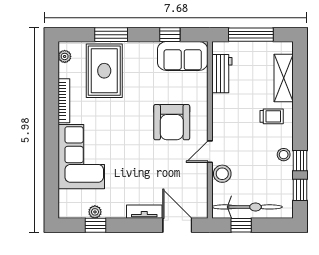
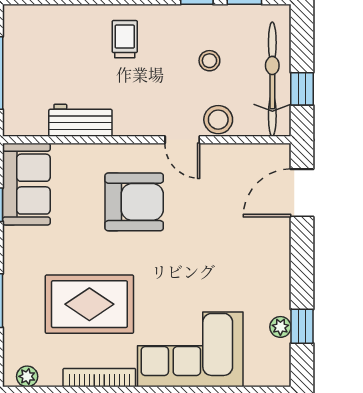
rug: (104, 71) -> (89, 304), moved
workbench: (222, 74) -> (80, 120), moved
shelving: (284, 78) -> (62, 20), removed
stool: (284, 155) -> (209, 61), moved
tv unit: (144, 212) -> (280, 247), removed

